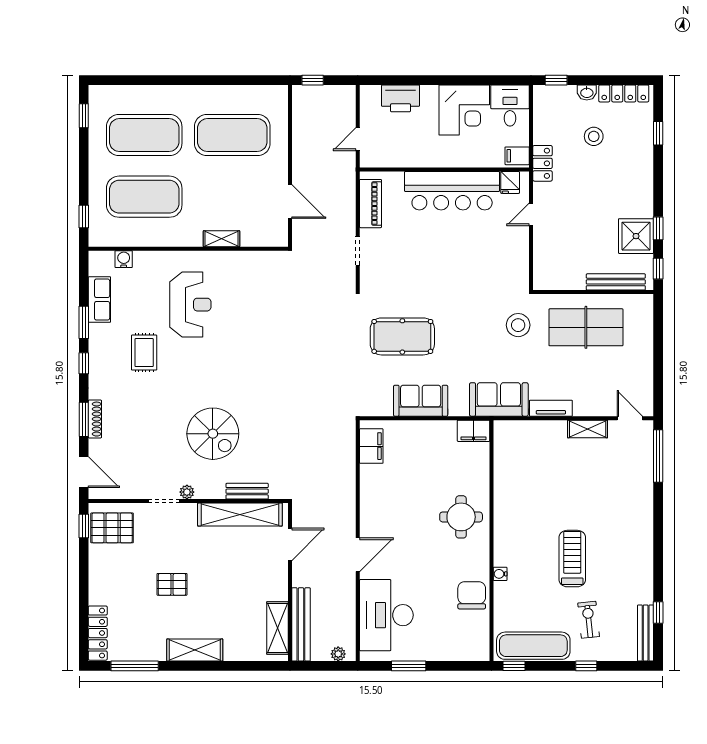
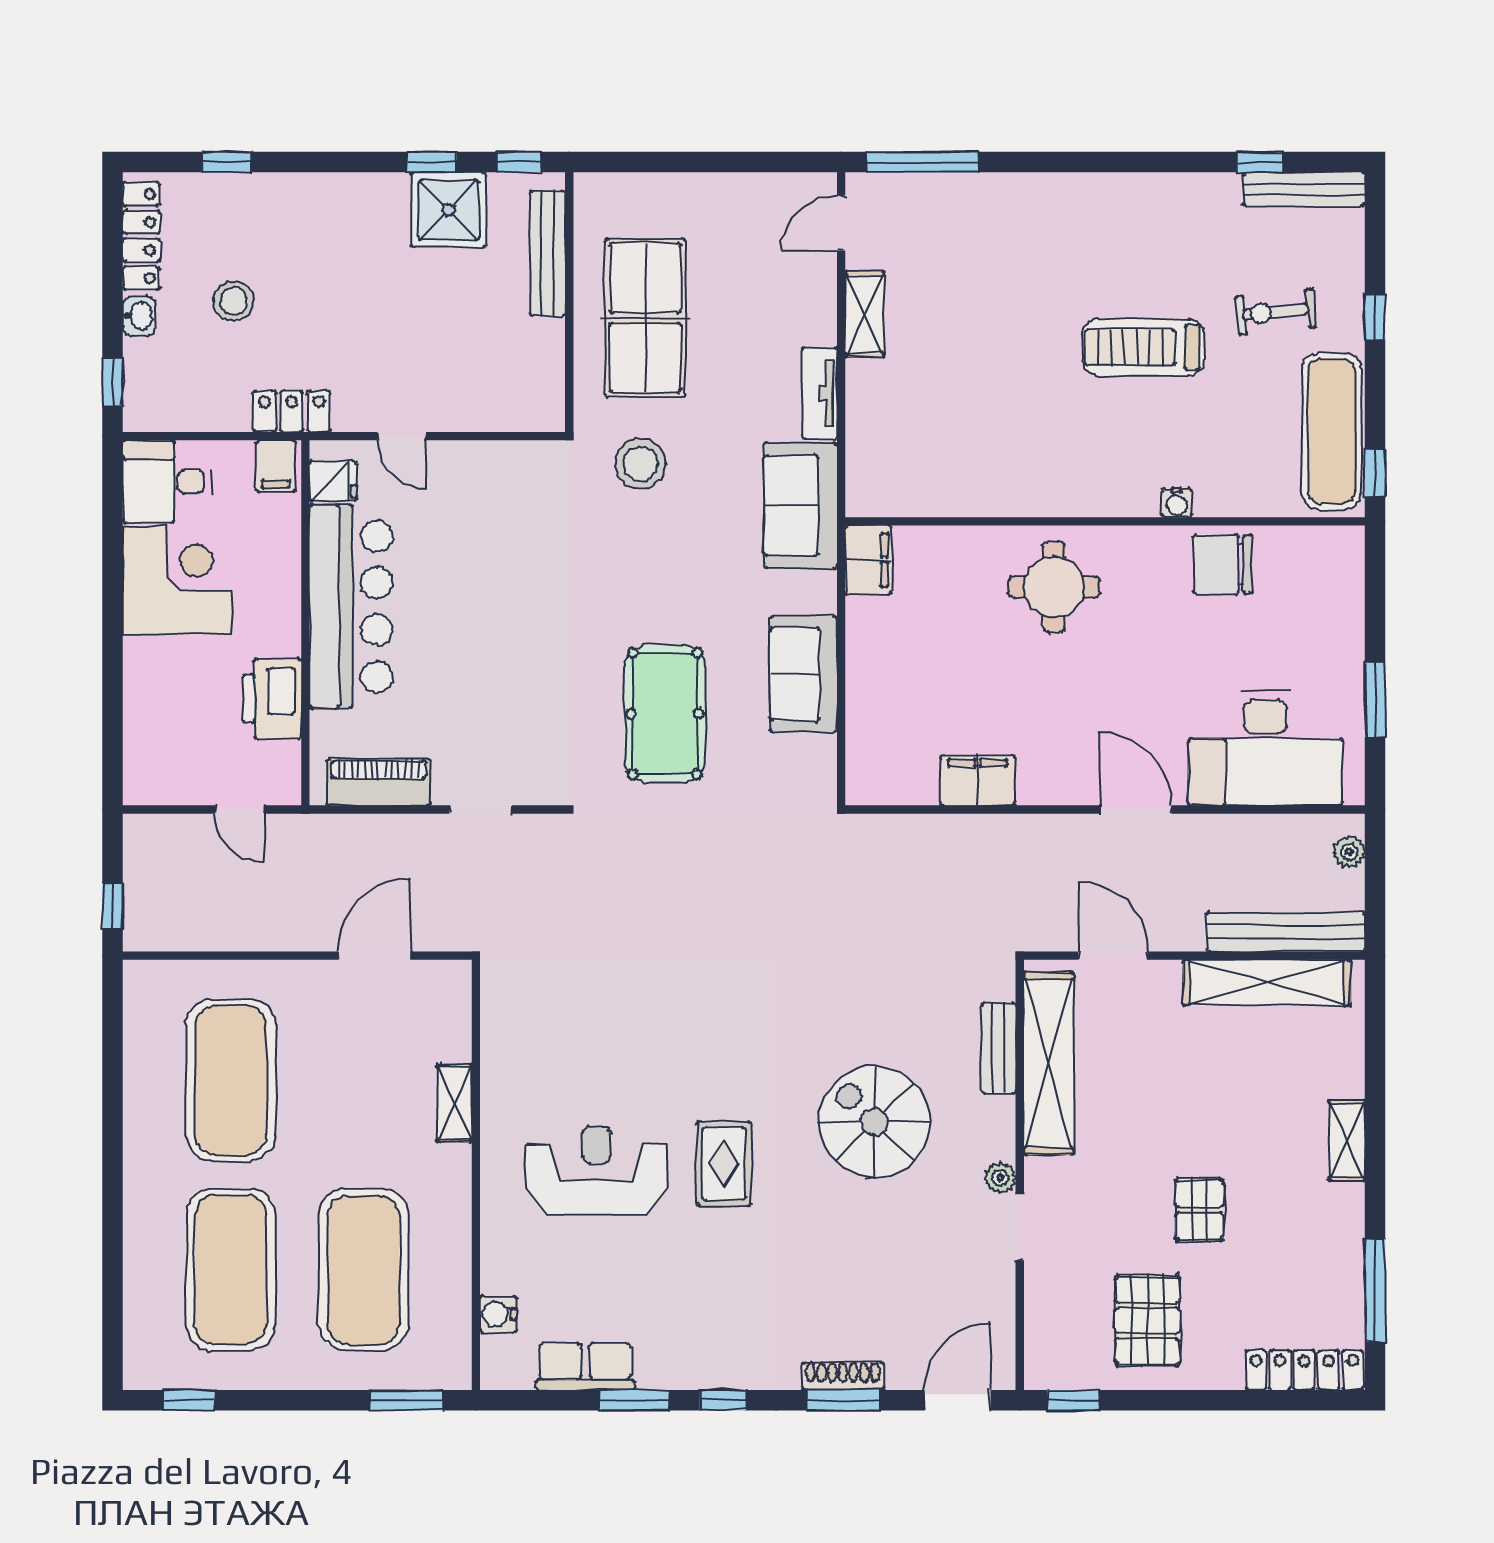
printer: (401, 98) -> (272, 699), moved, turned 180
window: (84, 216) -> (406, 1400), width x1.50
rug: (144, 353) -> (724, 1164), moved, turned 90
spiral stairs: (213, 434) -> (874, 1122), turned -90
filing cabinet: (371, 446) -> (978, 780), moved
pallet: (112, 528) -> (1148, 1320), moved
shelving: (277, 628) -> (1267, 983), width x1.47
shelving: (195, 650) -> (1347, 1141), width x0.67, depth x0.75

